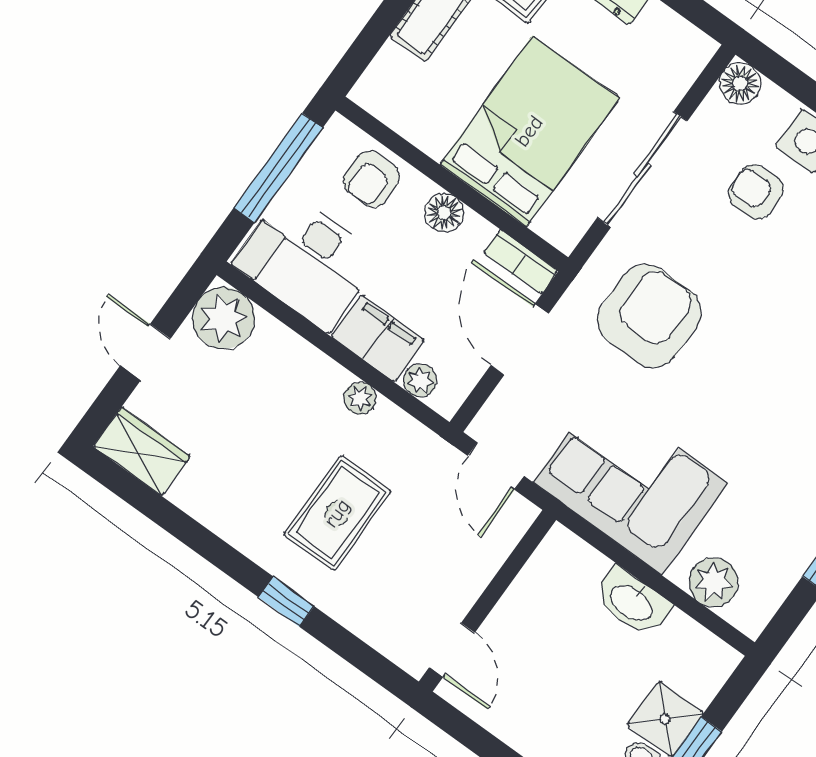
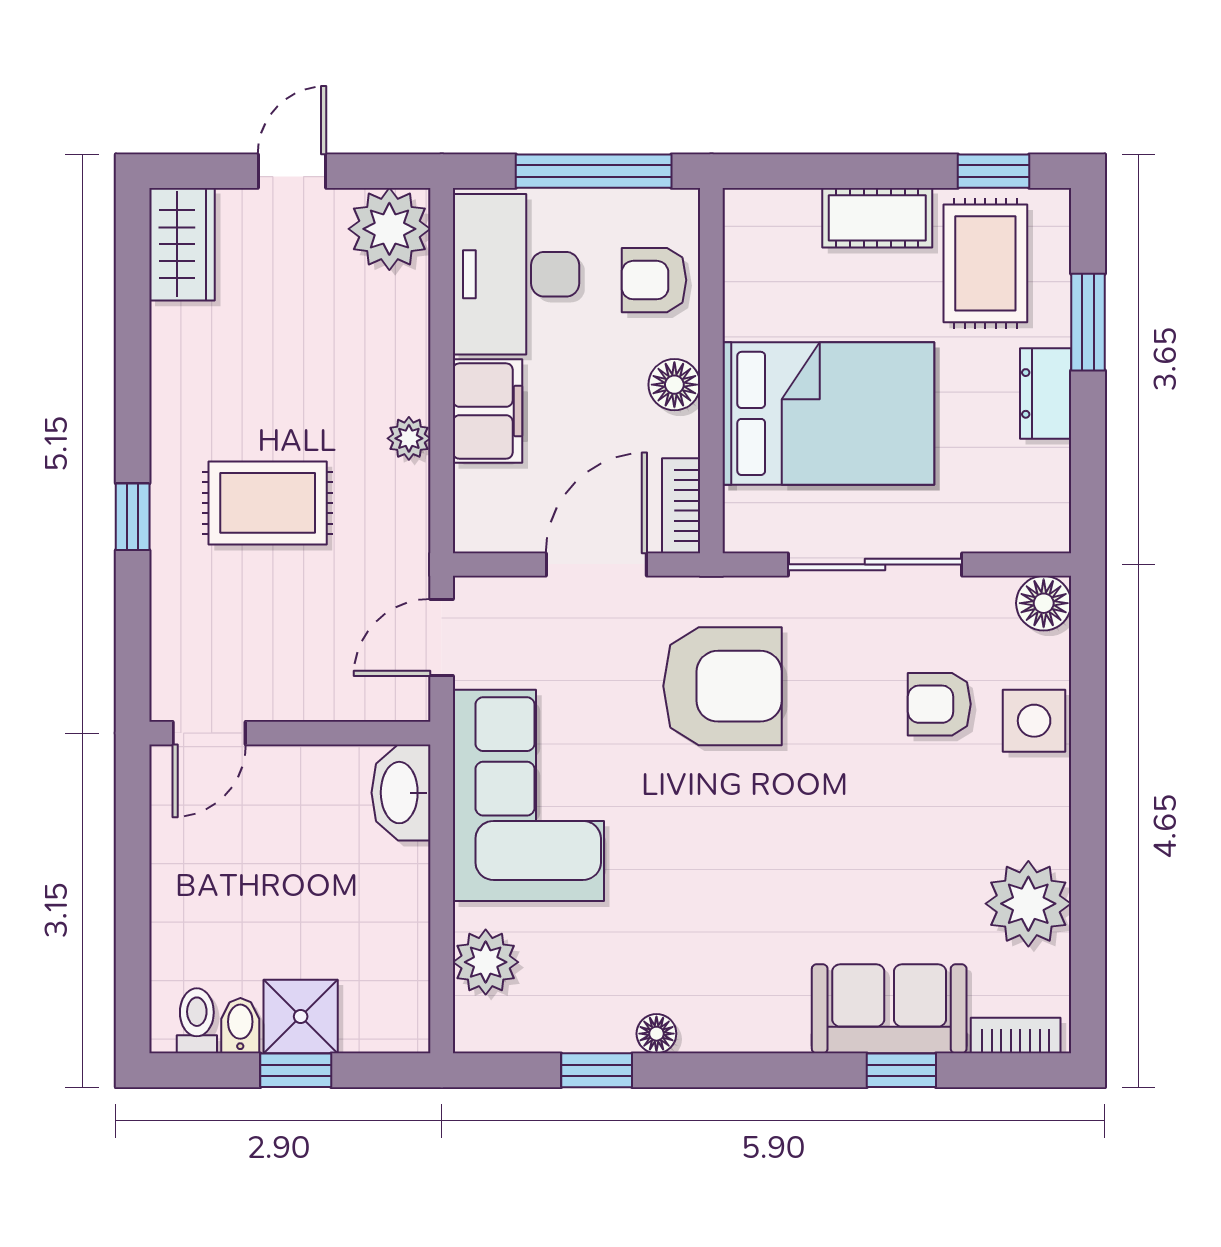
armchair: (756, 192) -> (939, 704), turned -90
plant: (420, 381) -> (475, 489), removed
washbasin: (632, 602) -> (401, 793), moved

